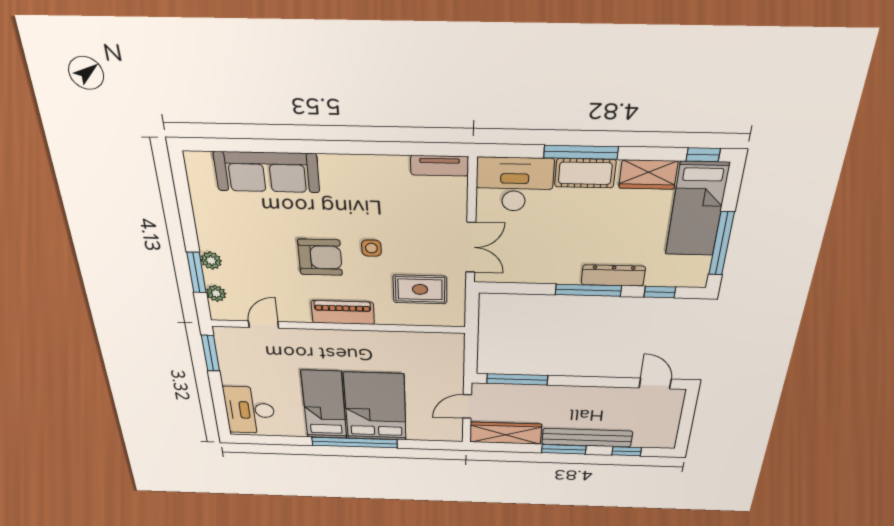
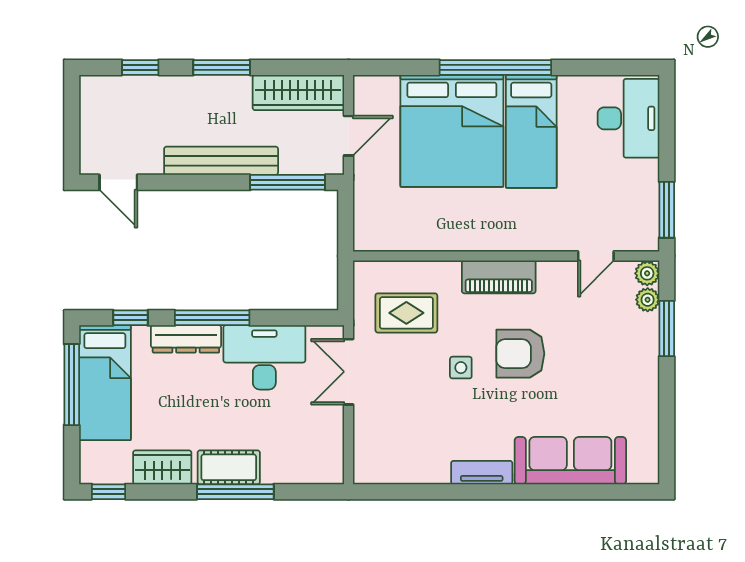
tv unit: (440, 166) -> (482, 473), moved
desk: (514, 184) -> (264, 357), moved, turned 180
bed: (697, 209) -> (105, 383), moved, turned 180
plant: (211, 261) -> (647, 273), moved
bed: (375, 407) -> (452, 131), width x1.36
bench: (587, 438) -> (221, 161), moved

